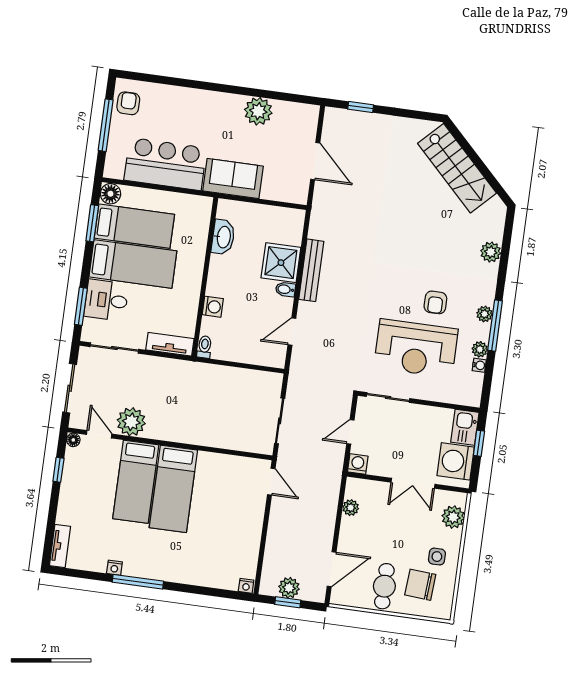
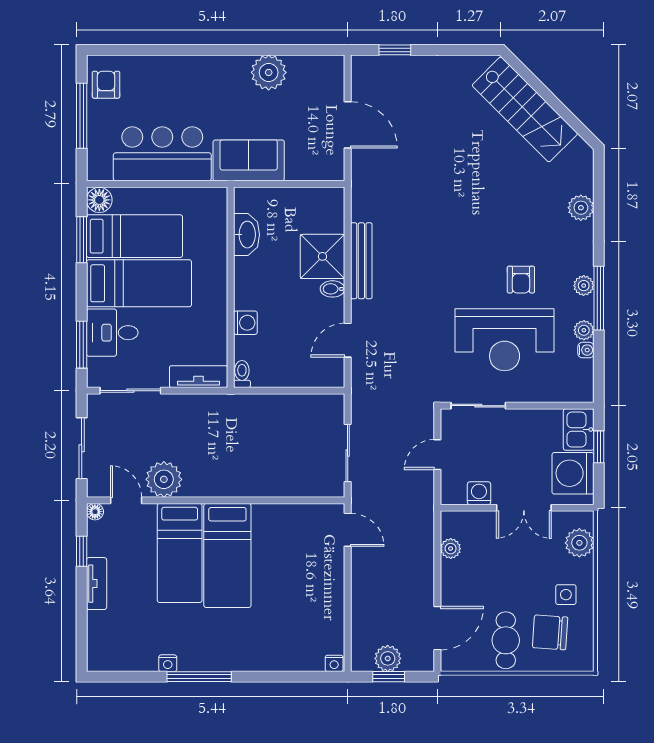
washing machine: (358, 464) -> (479, 493), moved
tv unit: (60, 546) -> (97, 584), moved

